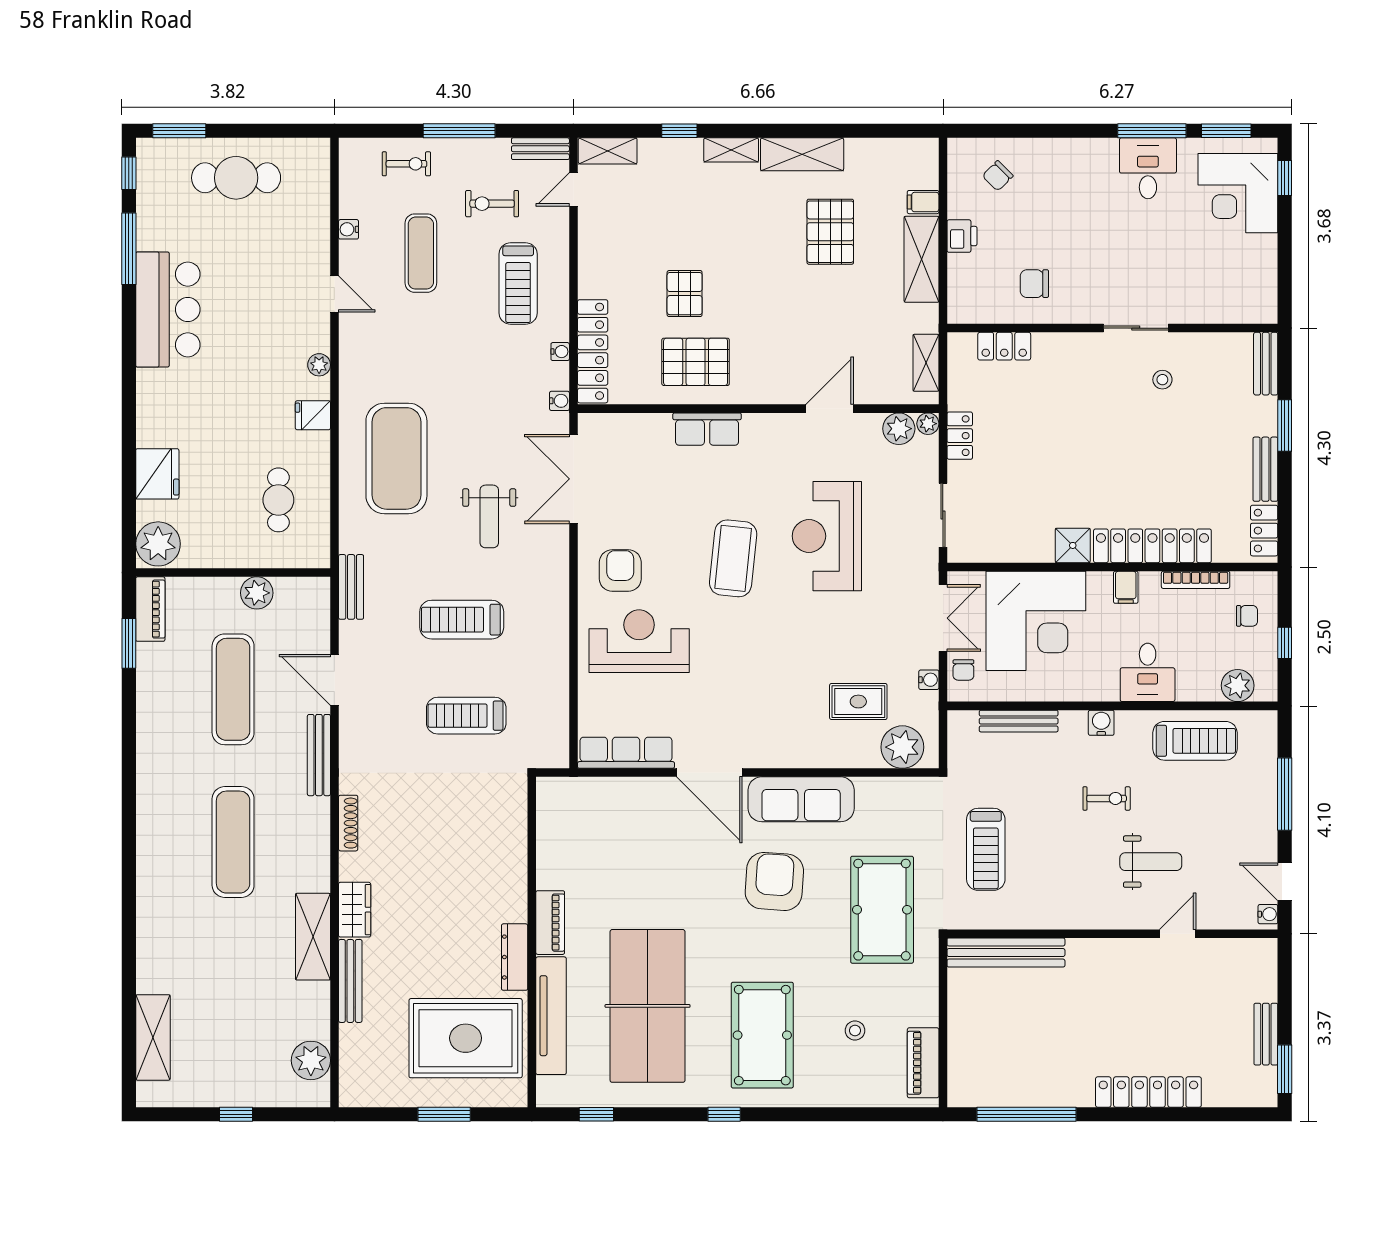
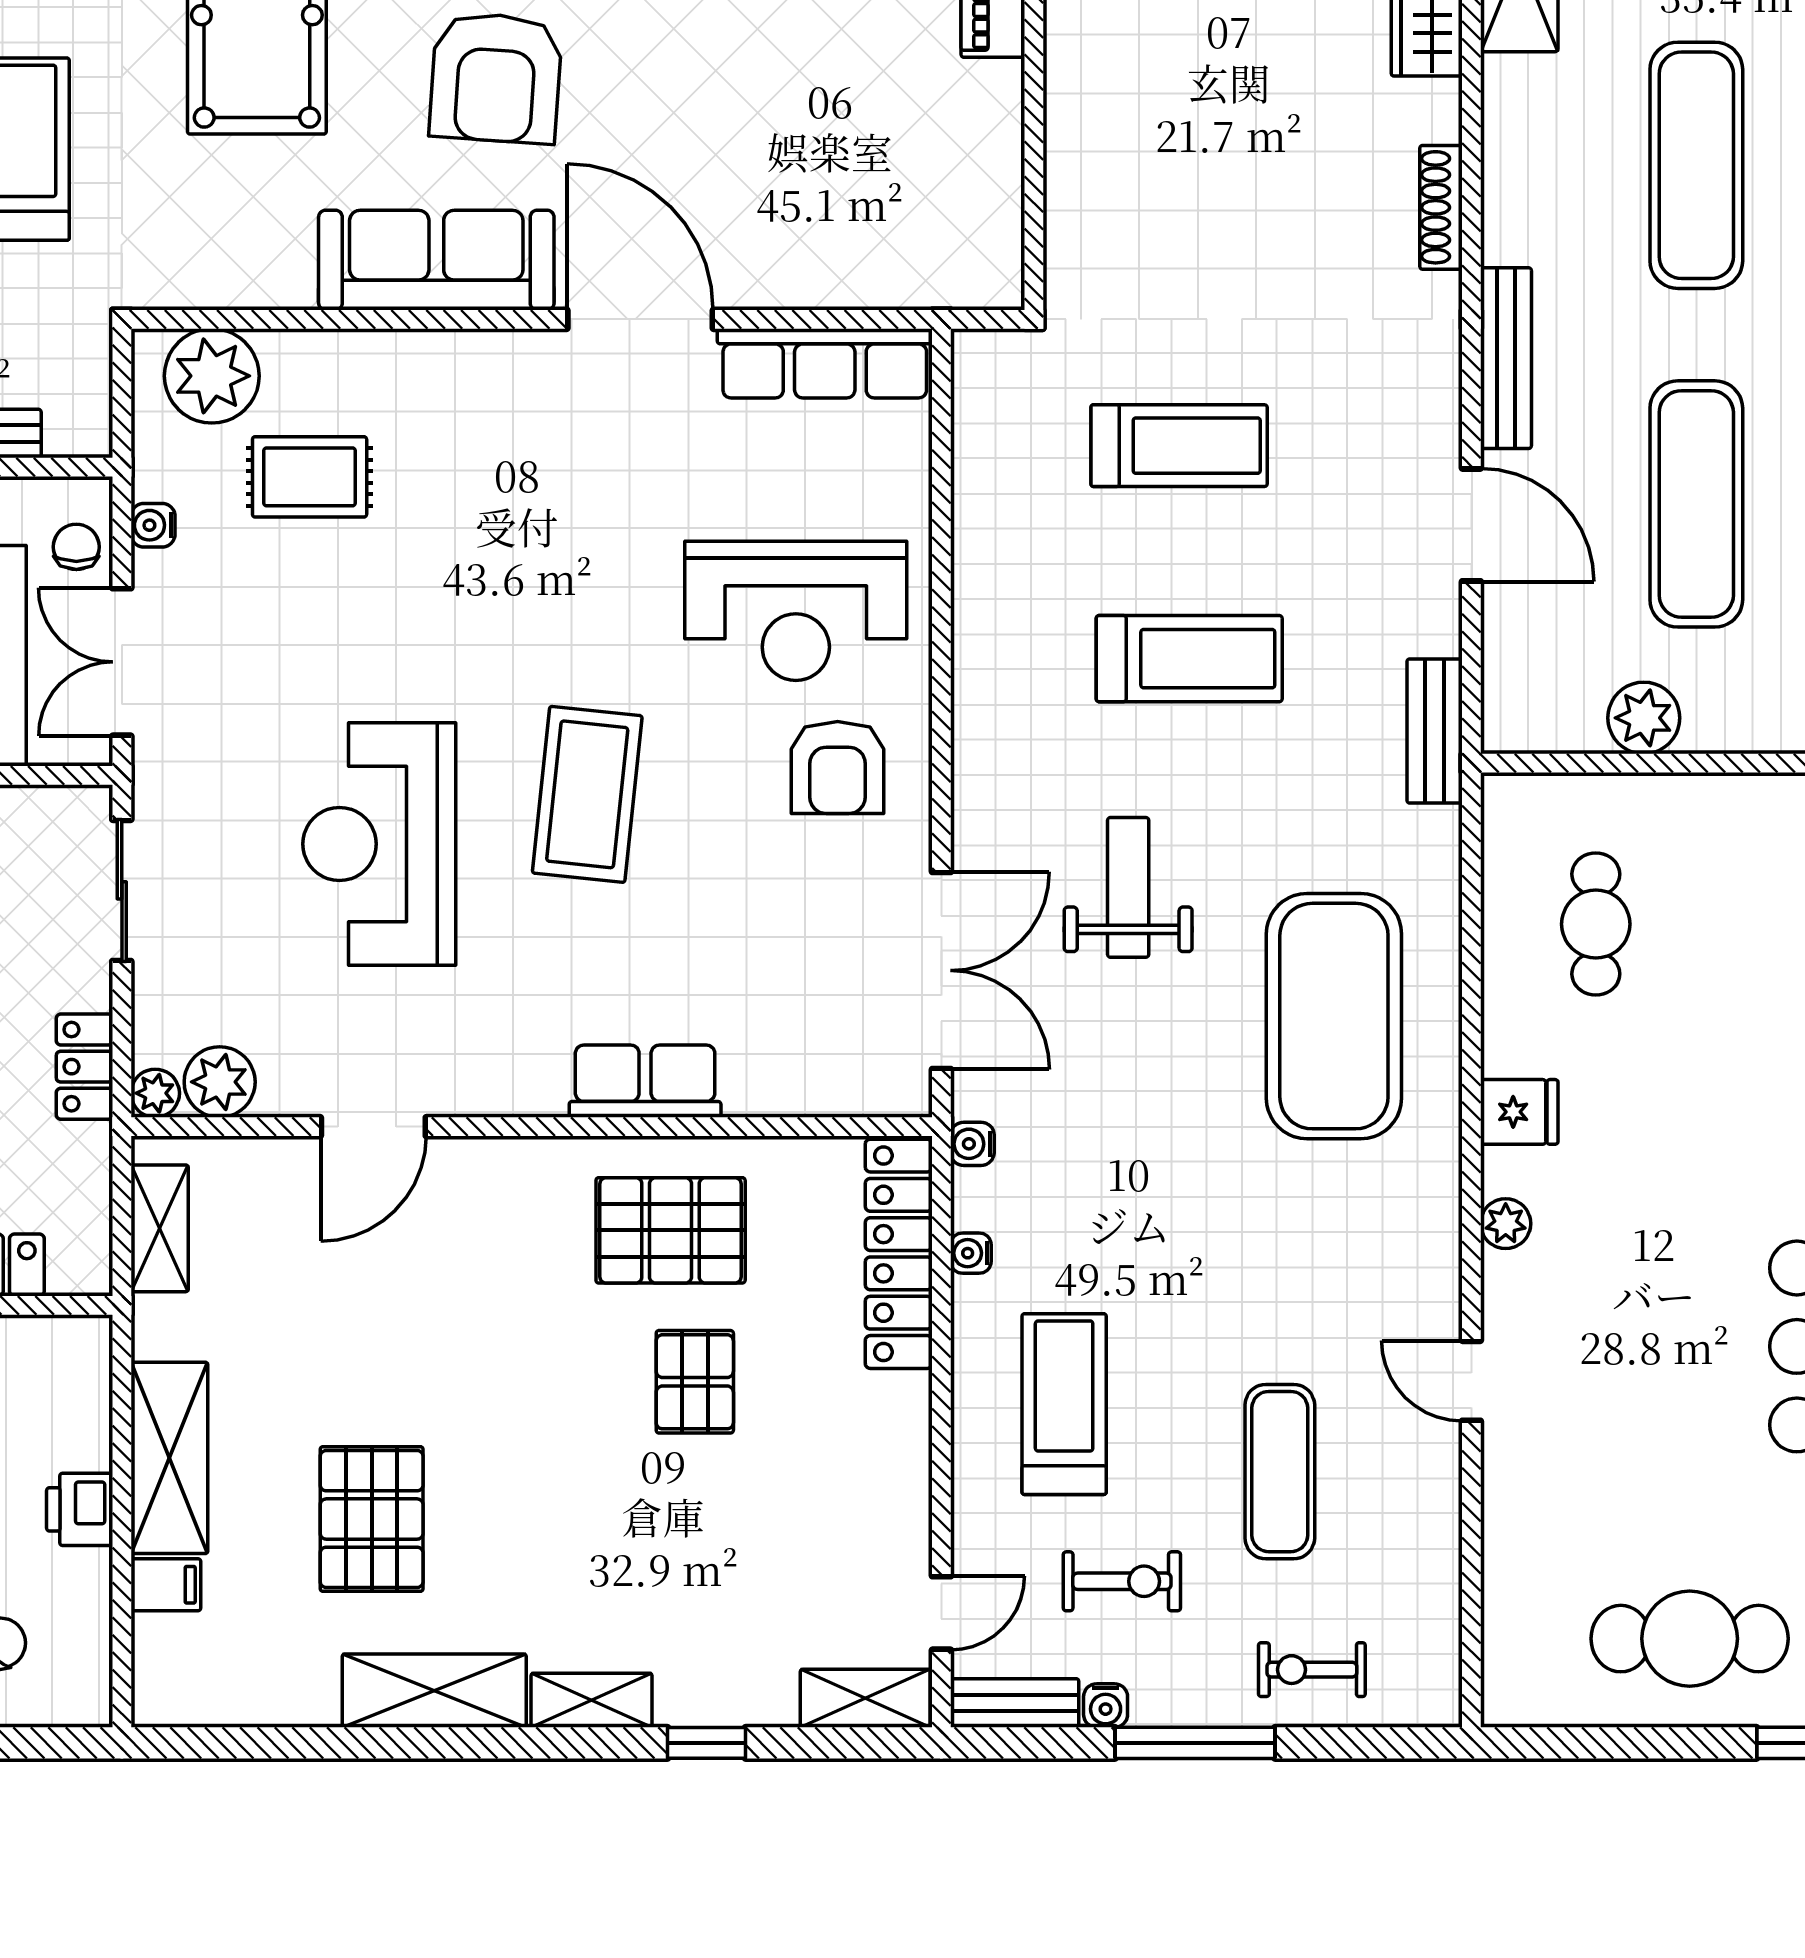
water cooler: (349, 229) -> (1106, 1706), moved, turned 90
reception desk: (827, 536) -> (379, 844), turned 180

